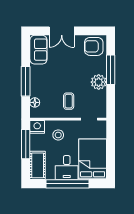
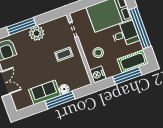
sofa: (38, 50) -> (45, 92), moved
floor lamp: (35, 102) -> (64, 89), moved
window: (26, 144) -> (127, 76), moved

